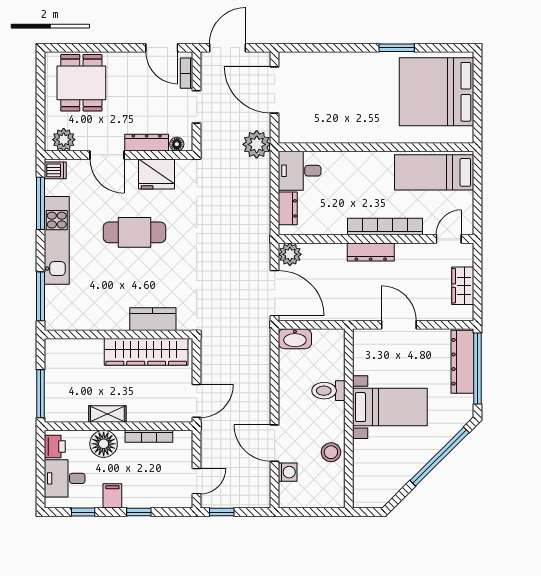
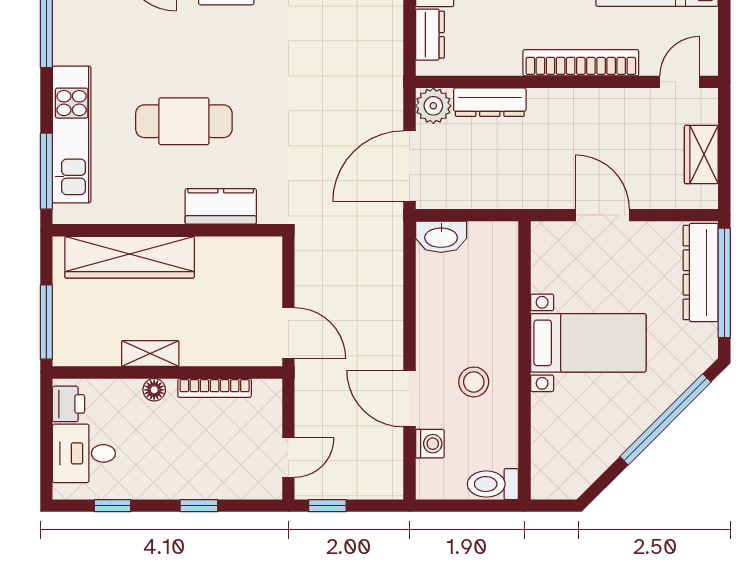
cafe table: (134, 232) -> (184, 121), moved
kitchen unit: (57, 240) -> (72, 134), moved
dresser: (371, 252) -> (490, 102), moved
door: (275, 293) -> (409, 166), swing flipped
wardrobe: (146, 352) -> (130, 257), moved
toilet: (328, 391) -> (493, 484), moved
door: (197, 401) -> (288, 333), hinge flipped
floor lamp: (104, 444) -> (154, 390), width x0.53, depth x0.53
stool: (331, 452) -> (474, 382), moved
filing cabinet: (112, 496) -> (158, 480), removed

